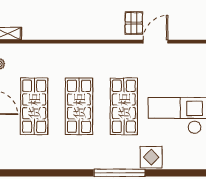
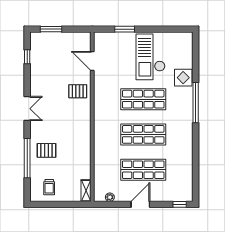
door: (156, 42) -> (92, 61), moved

